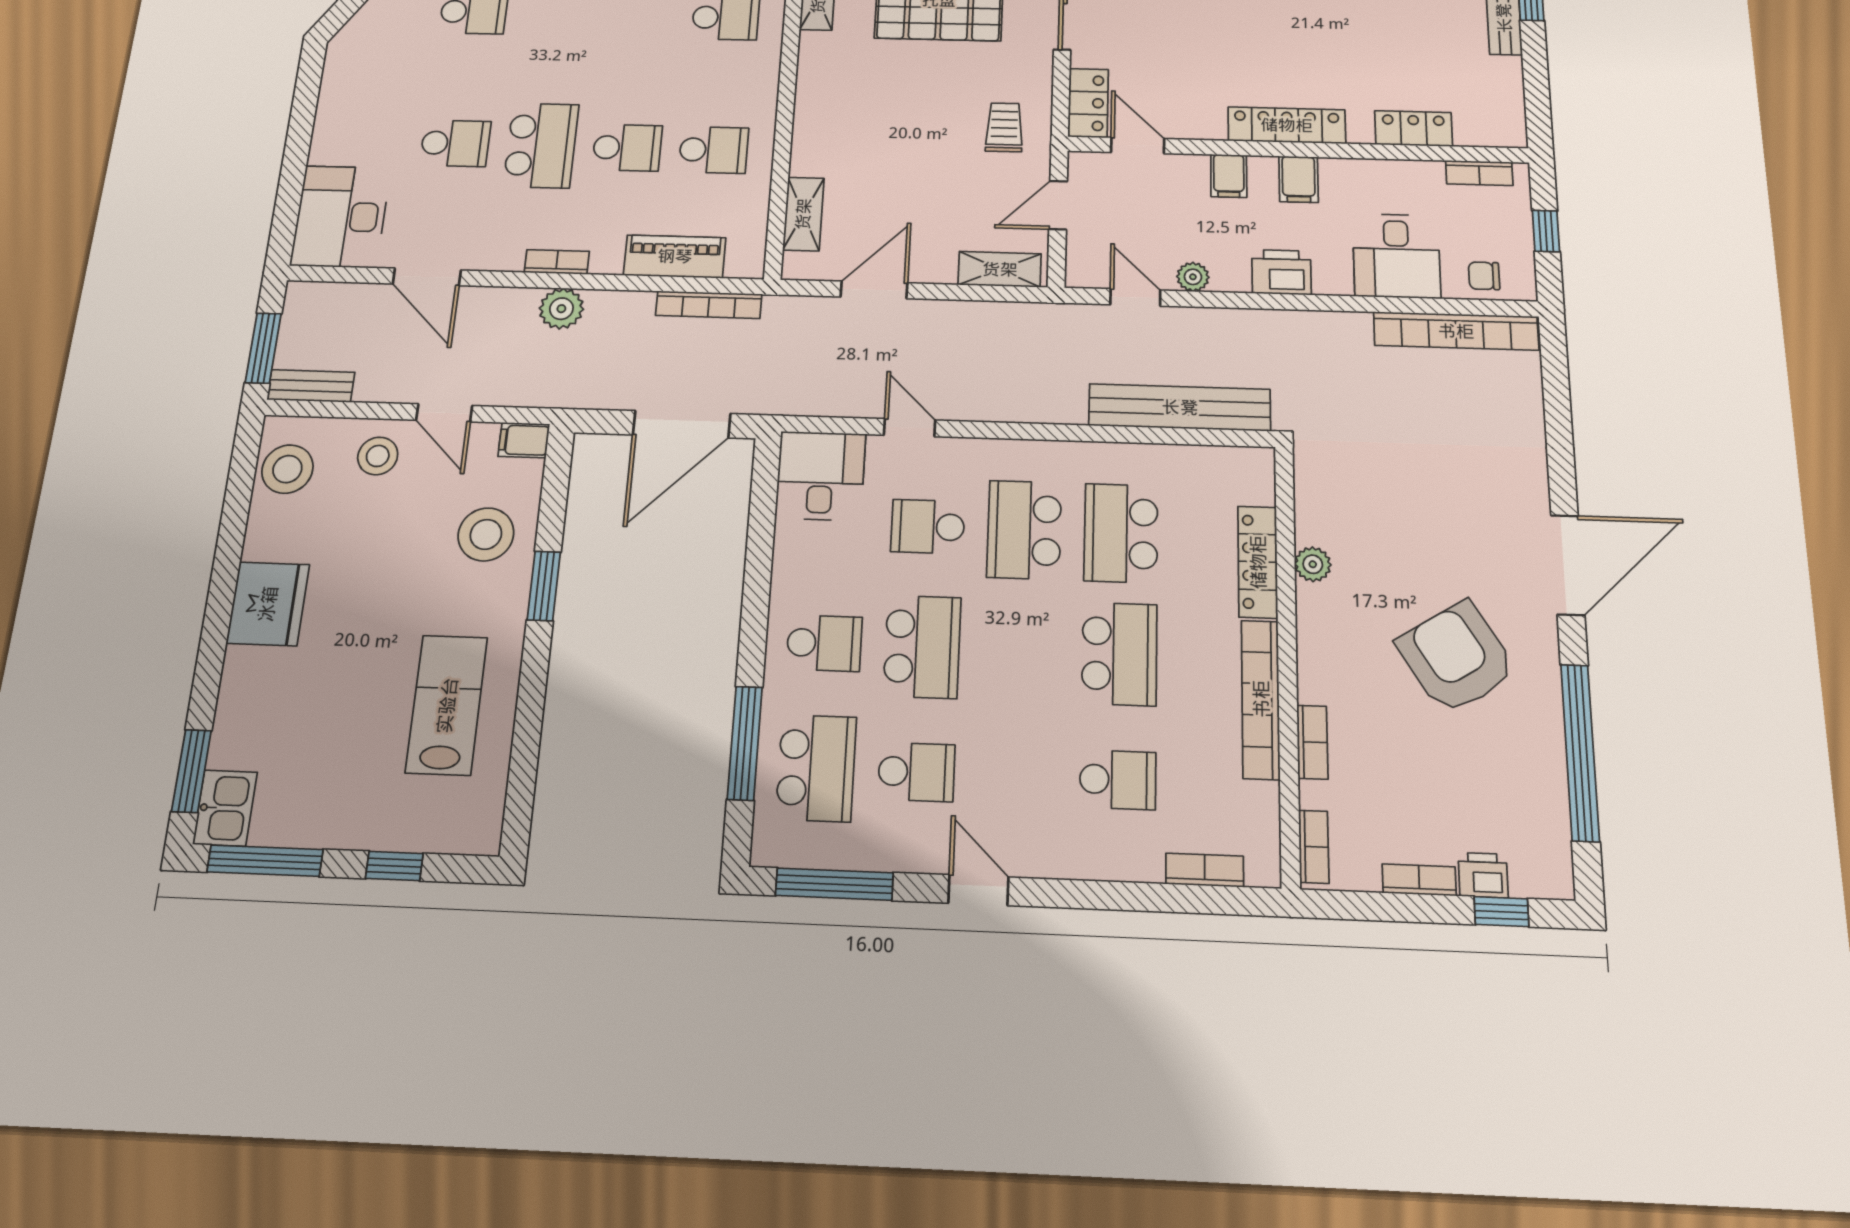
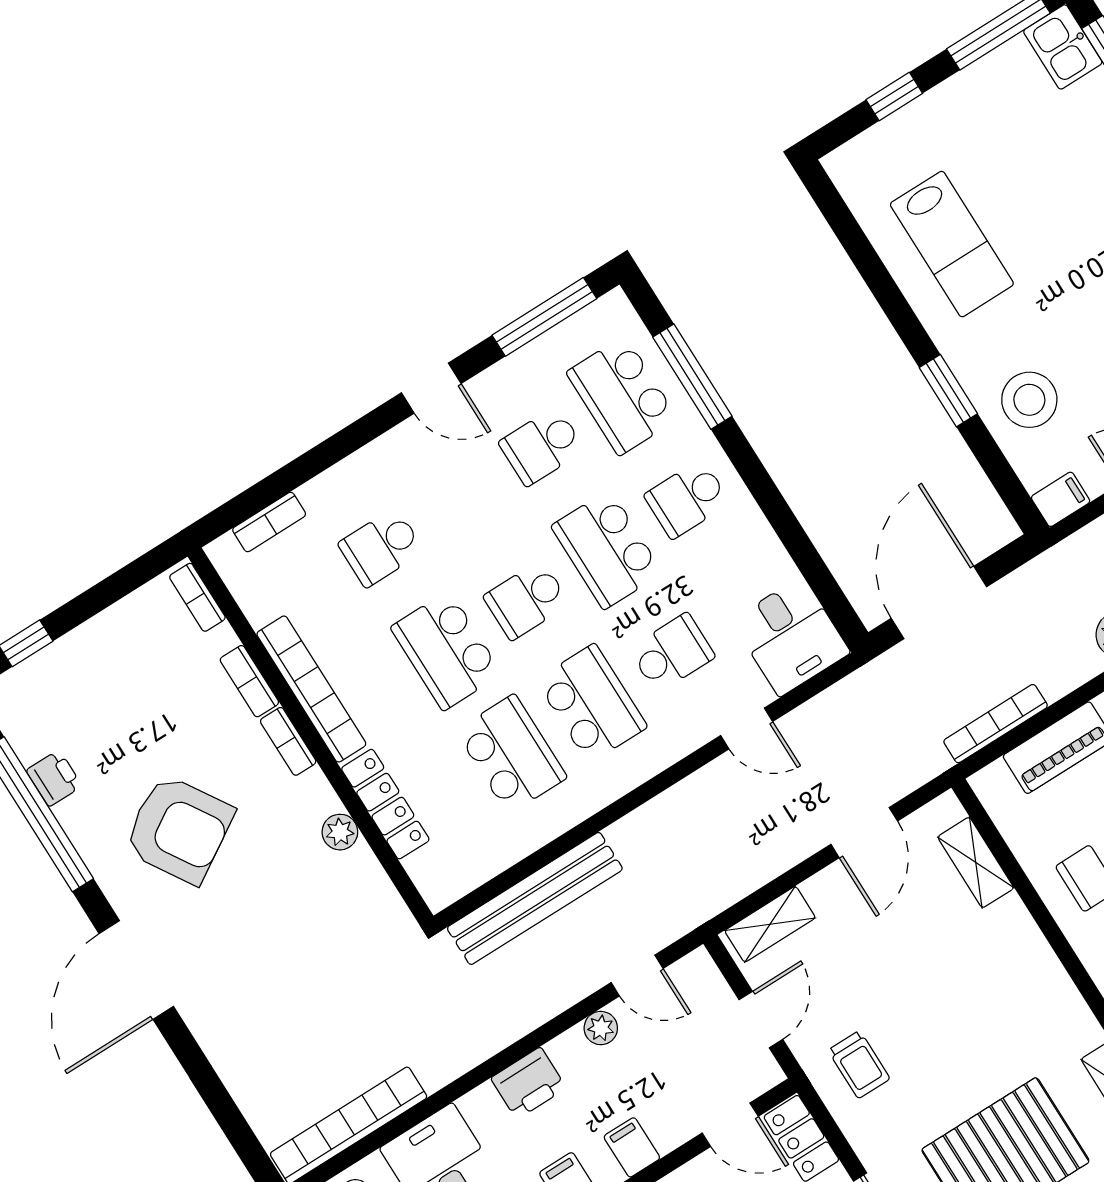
school desk: (1021, 650) -> (527, 600), added
printer: (1483, 875) -> (54, 778), moved, turned -90
bookcase: (1419, 880) -> (288, 741), moved, turned 90

